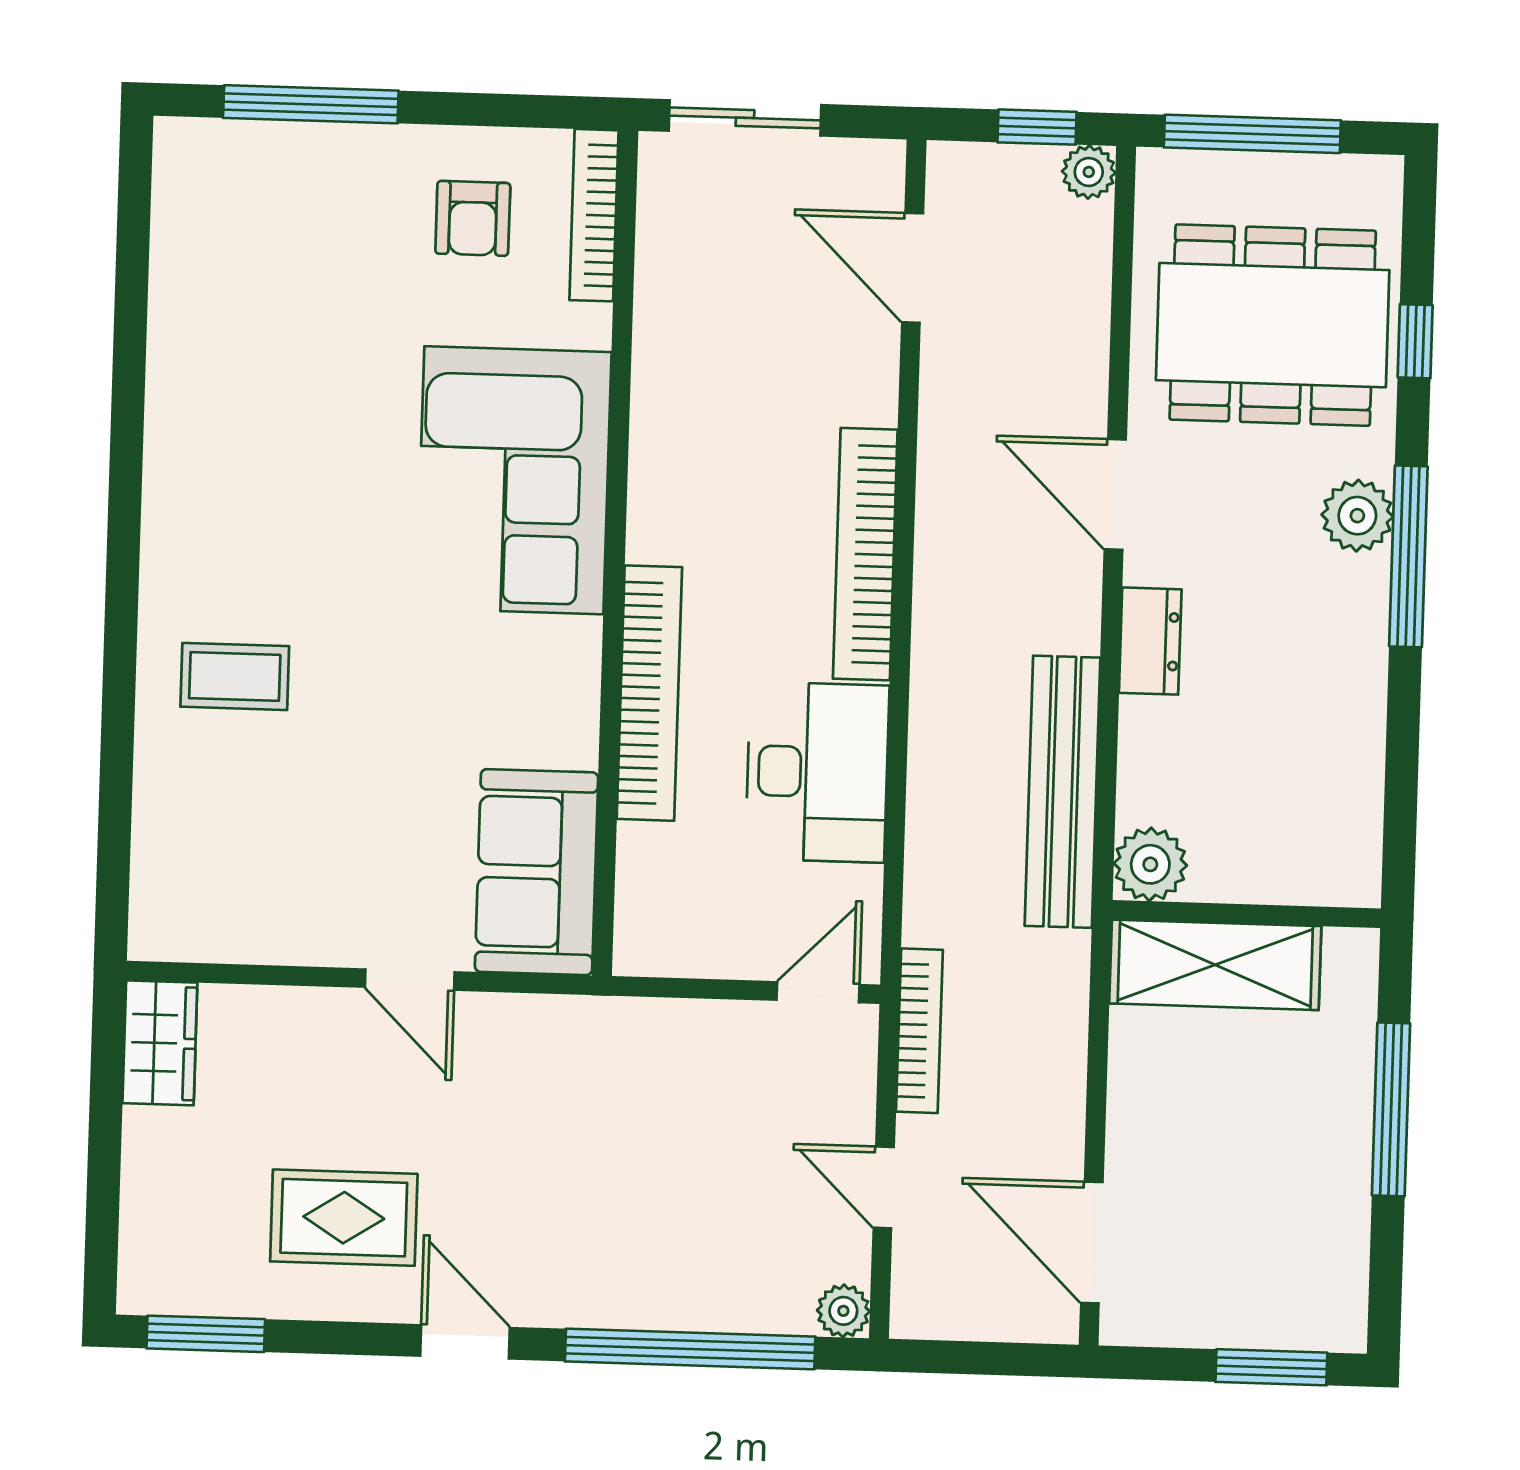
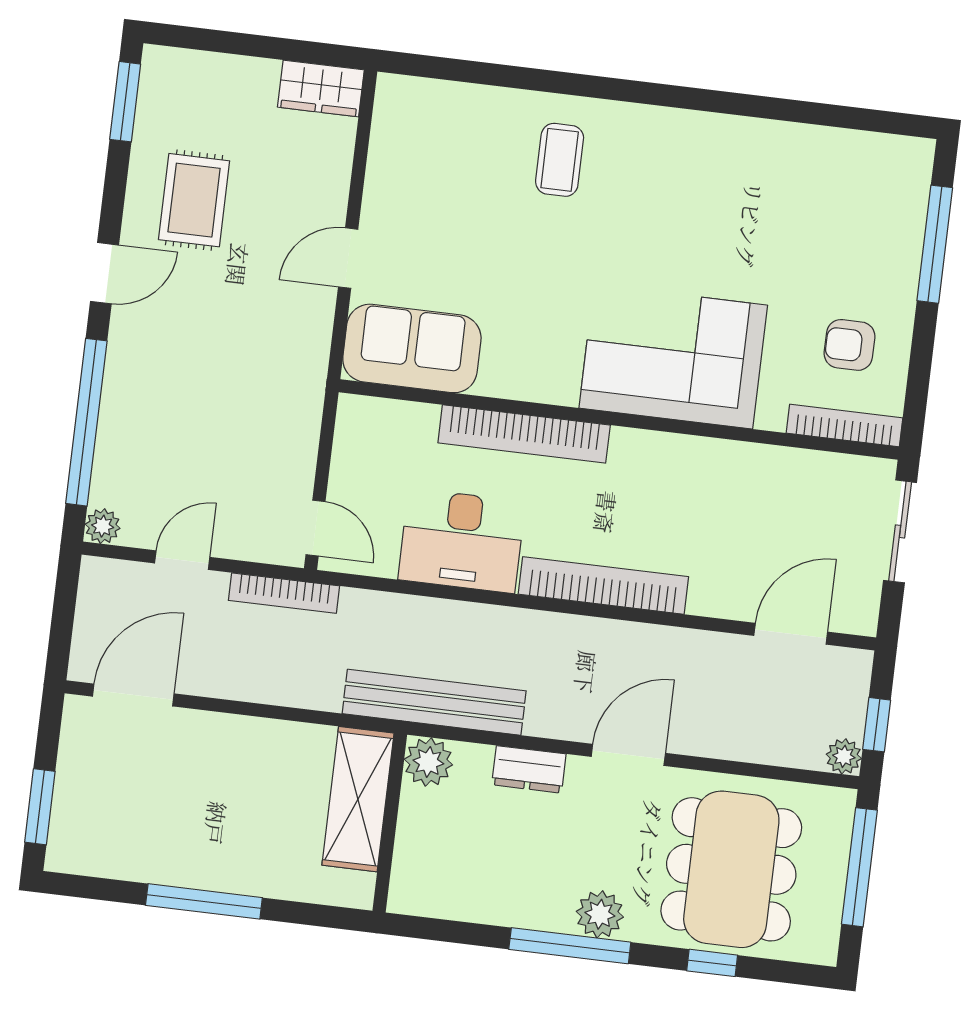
plant: (1150, 864) -> (428, 762), moved
wall: (1246, 914) -> (390, 823), moved
shelving: (1215, 965) -> (358, 799), moved

